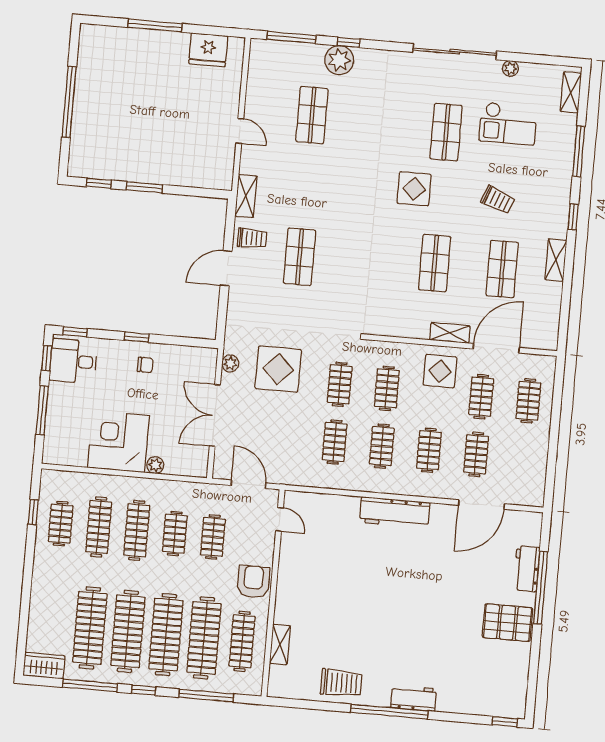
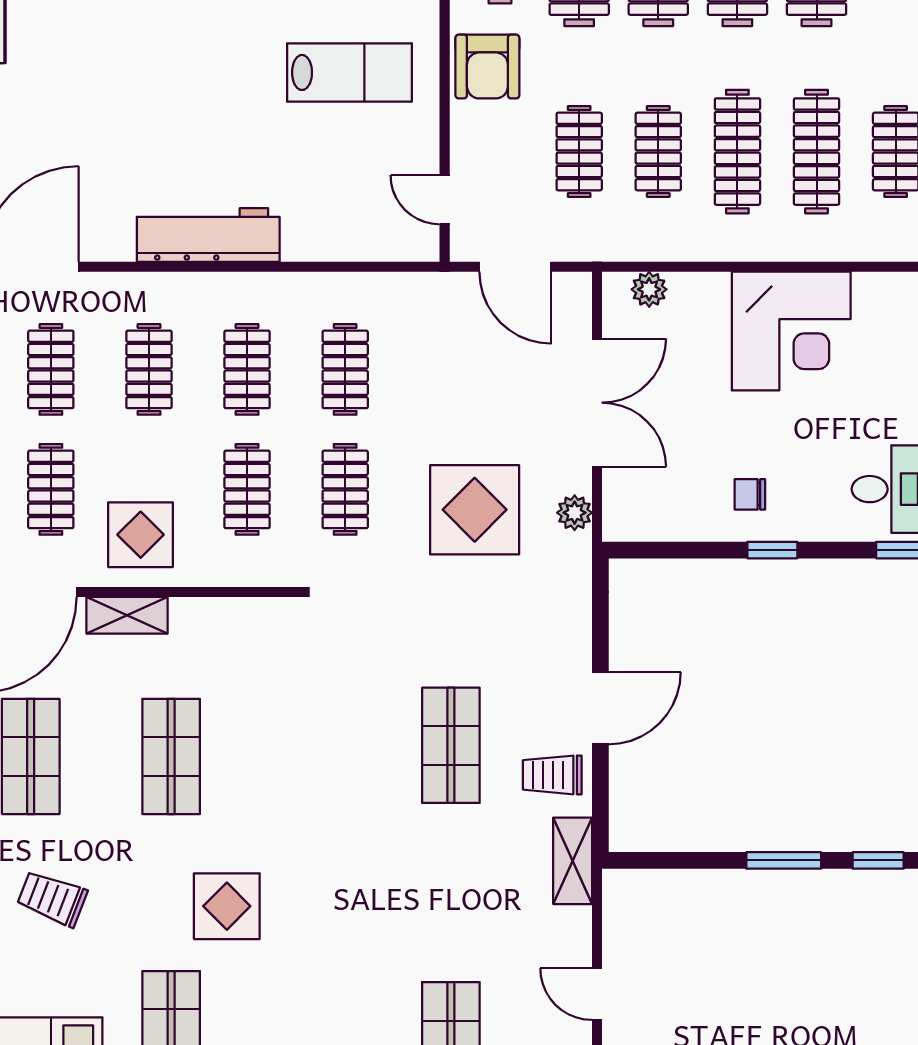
plant: (155, 465) -> (649, 289), moved
lab bench: (320, 585) -> (349, 72), added

